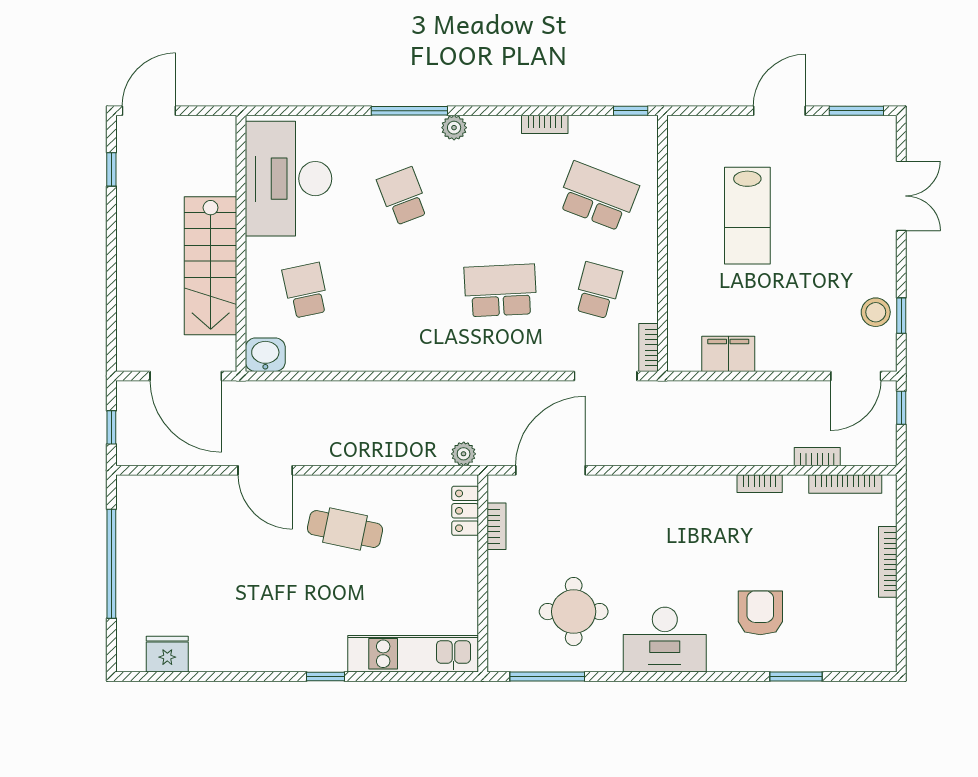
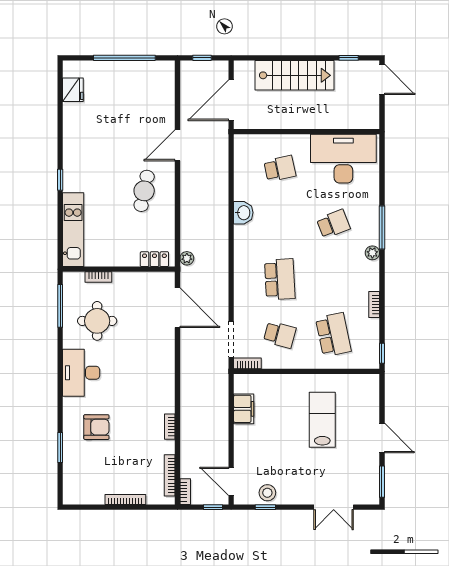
school desk: (598, 196) -> (333, 335), turned -33
lab bench: (747, 216) -> (322, 420), turned 90
stairs: (211, 266) -> (295, 75), moved, turned 180
washbasin: (265, 355) -> (243, 213), moved
bookcase: (817, 457) -> (185, 492), moved
bookcase: (496, 526) -> (98, 277), moved

